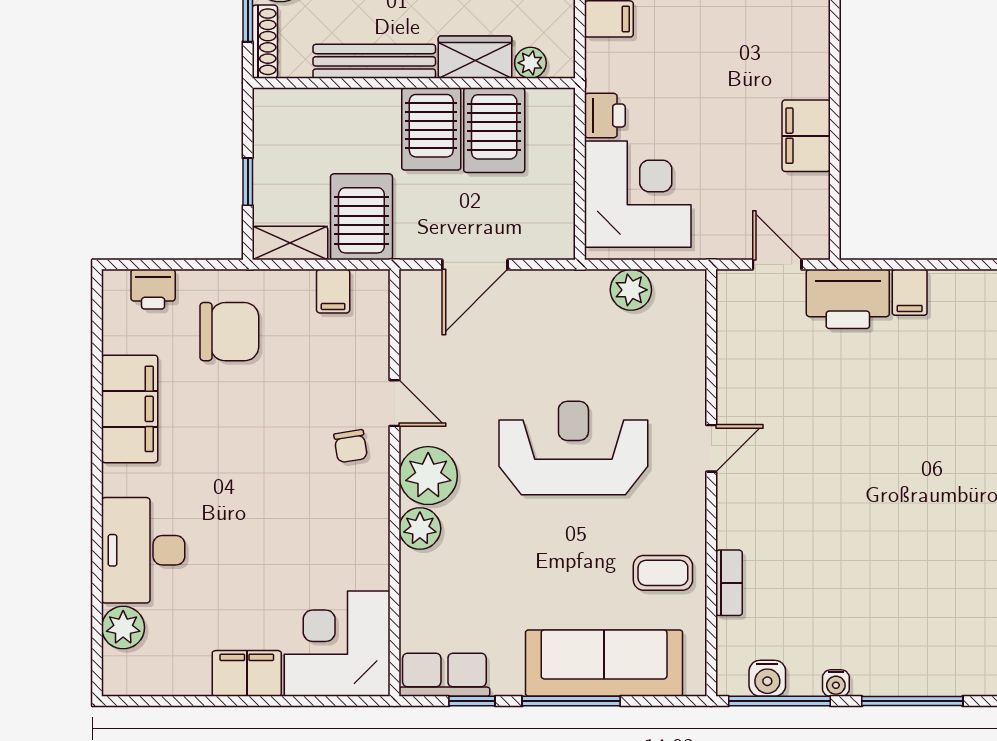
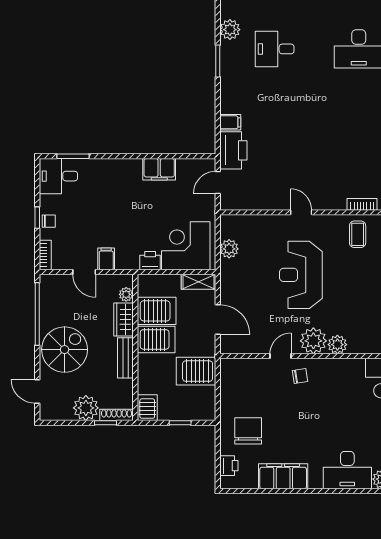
bench: (374, 61) -> (125, 358), width x0.73
server rack: (281, 109) -> (147, 408), added
shelving: (290, 243) -> (199, 282), moved, turned 90
filing cabinet: (333, 291) -> (230, 384), removed

